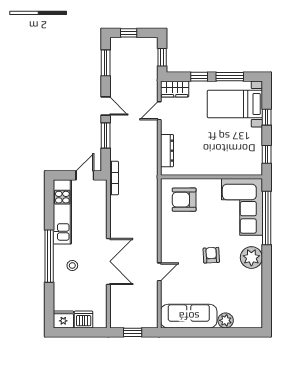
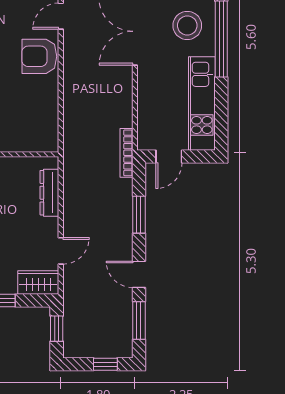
door: (106, 106) -> (139, 274), moved
armchair: (184, 200) -> (39, 56), moved, turned 180
stool: (72, 265) -> (187, 25), width x1.89, depth x1.89

